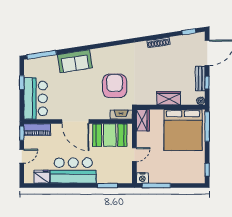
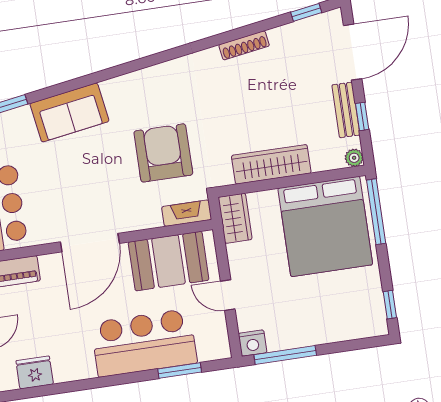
wardrobe: (169, 98) -> (271, 164), width x1.50
door: (75, 122) -> (90, 243), hinge flipped
door: (134, 155) -> (228, 295), swing flipped
bar counter: (73, 171) -> (144, 343), moved

